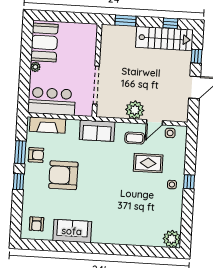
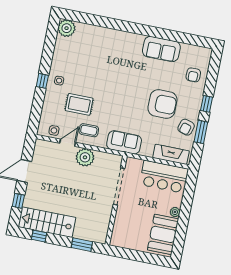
armchair: (36, 155) -> (186, 127), turned -74
armchair: (37, 224) -> (193, 75), moved, turned 180

